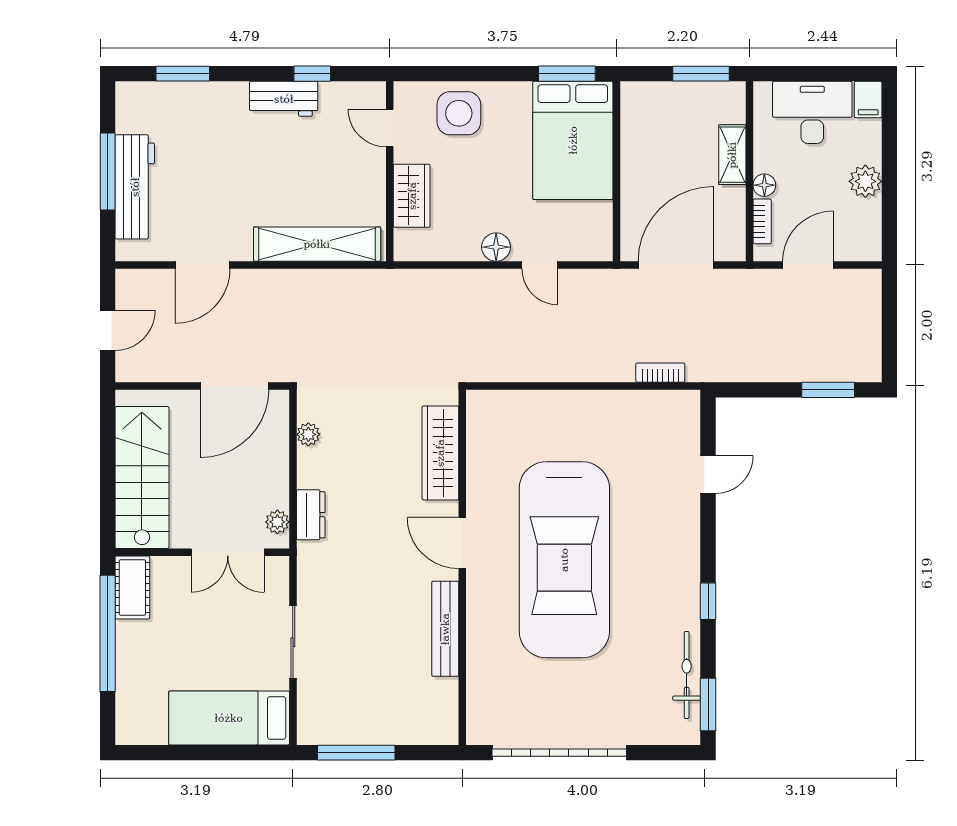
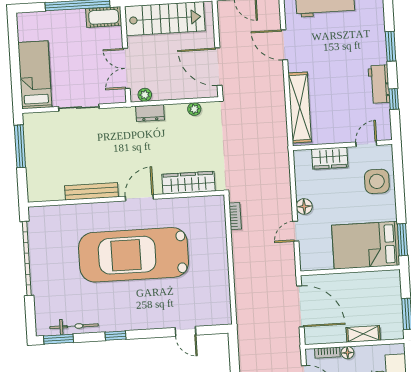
window: (183, 74) -> (391, 46), moved
bookcase: (660, 373) -> (235, 216), moved

